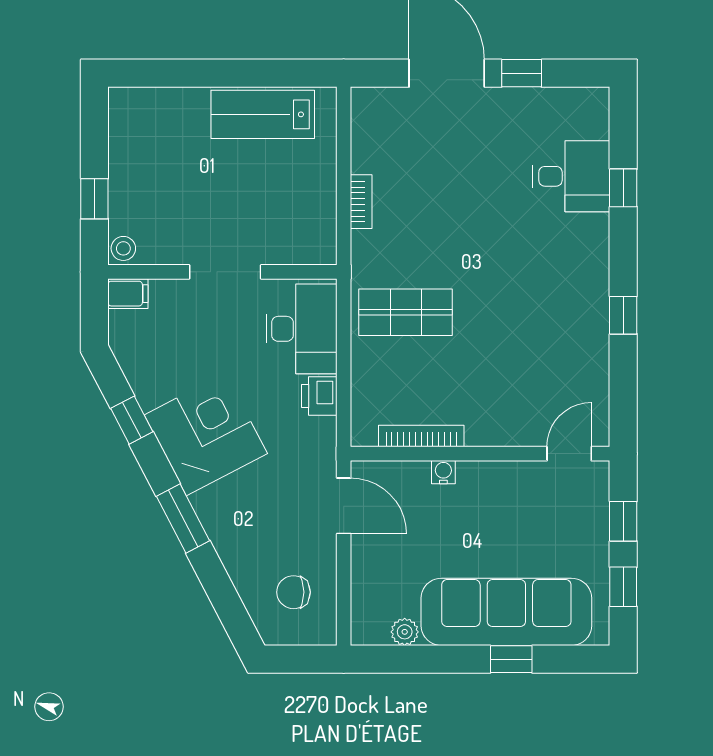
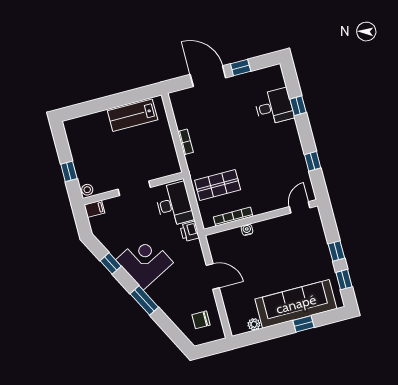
bookcase: (421, 436) -> (233, 217), moved
wall: (480, 454) -> (261, 218), moved
door: (569, 454) -> (300, 207), moved
water cooler: (443, 472) -> (247, 230), moved

